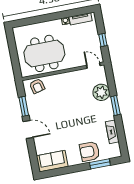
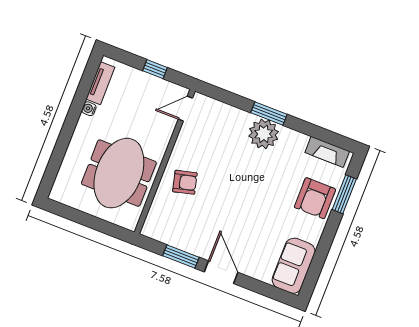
armchair: (37, 86) -> (185, 182), moved
plant: (101, 92) -> (264, 134), moved
door: (28, 129) -> (221, 272), hinge flipped
fireplace: (112, 132) -> (327, 152), moved

